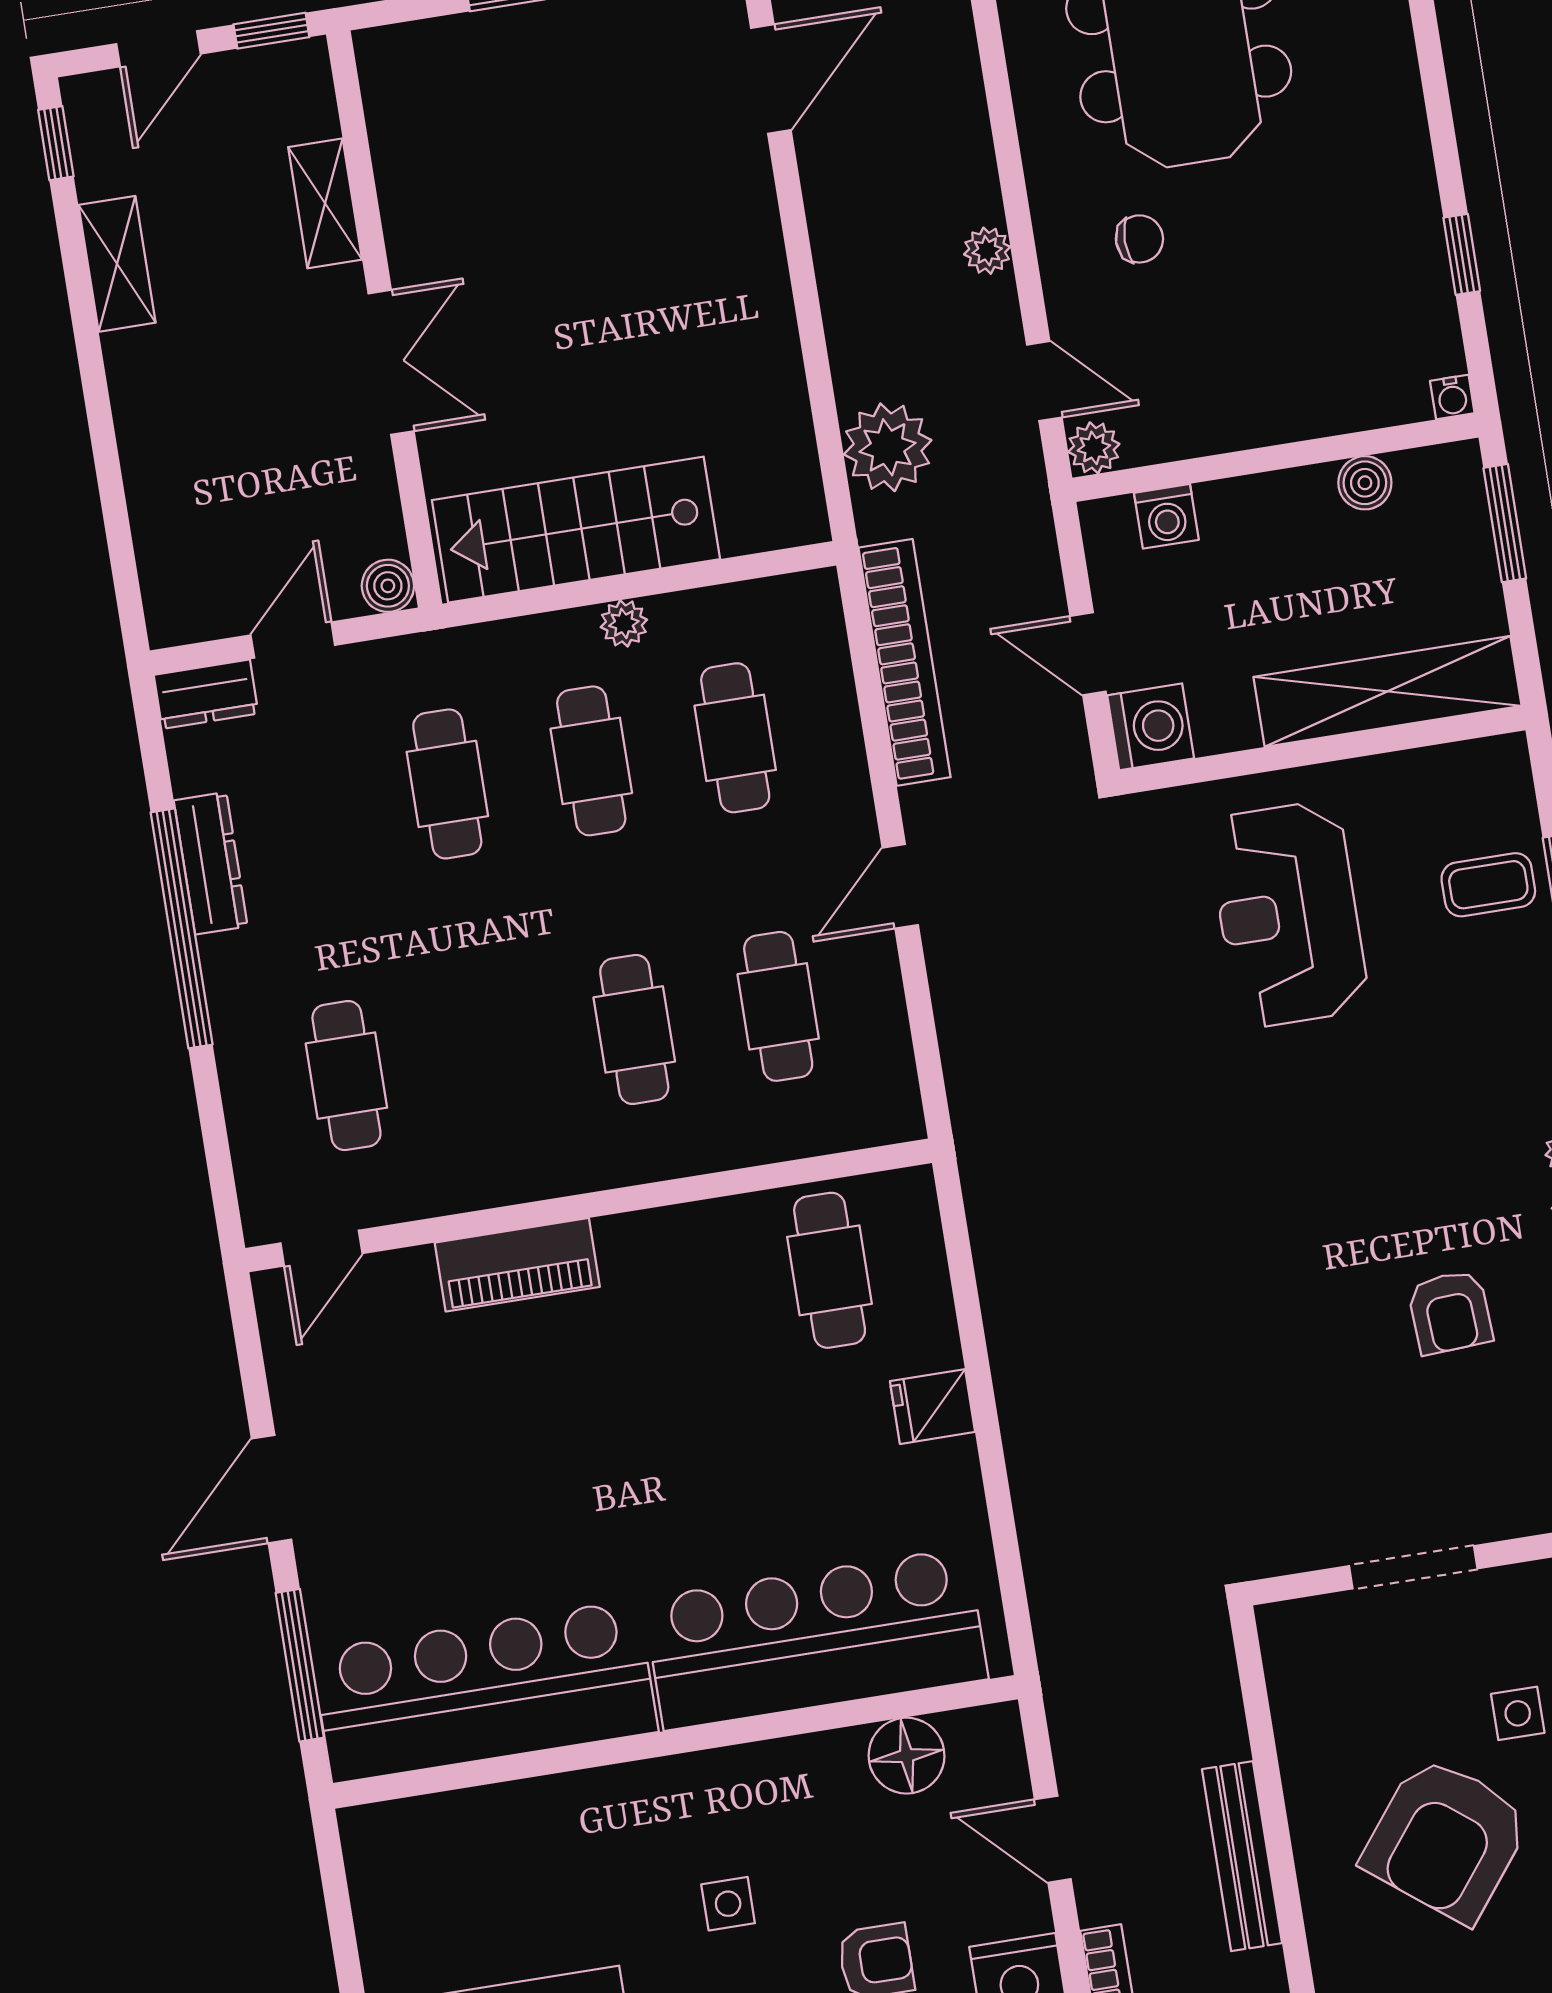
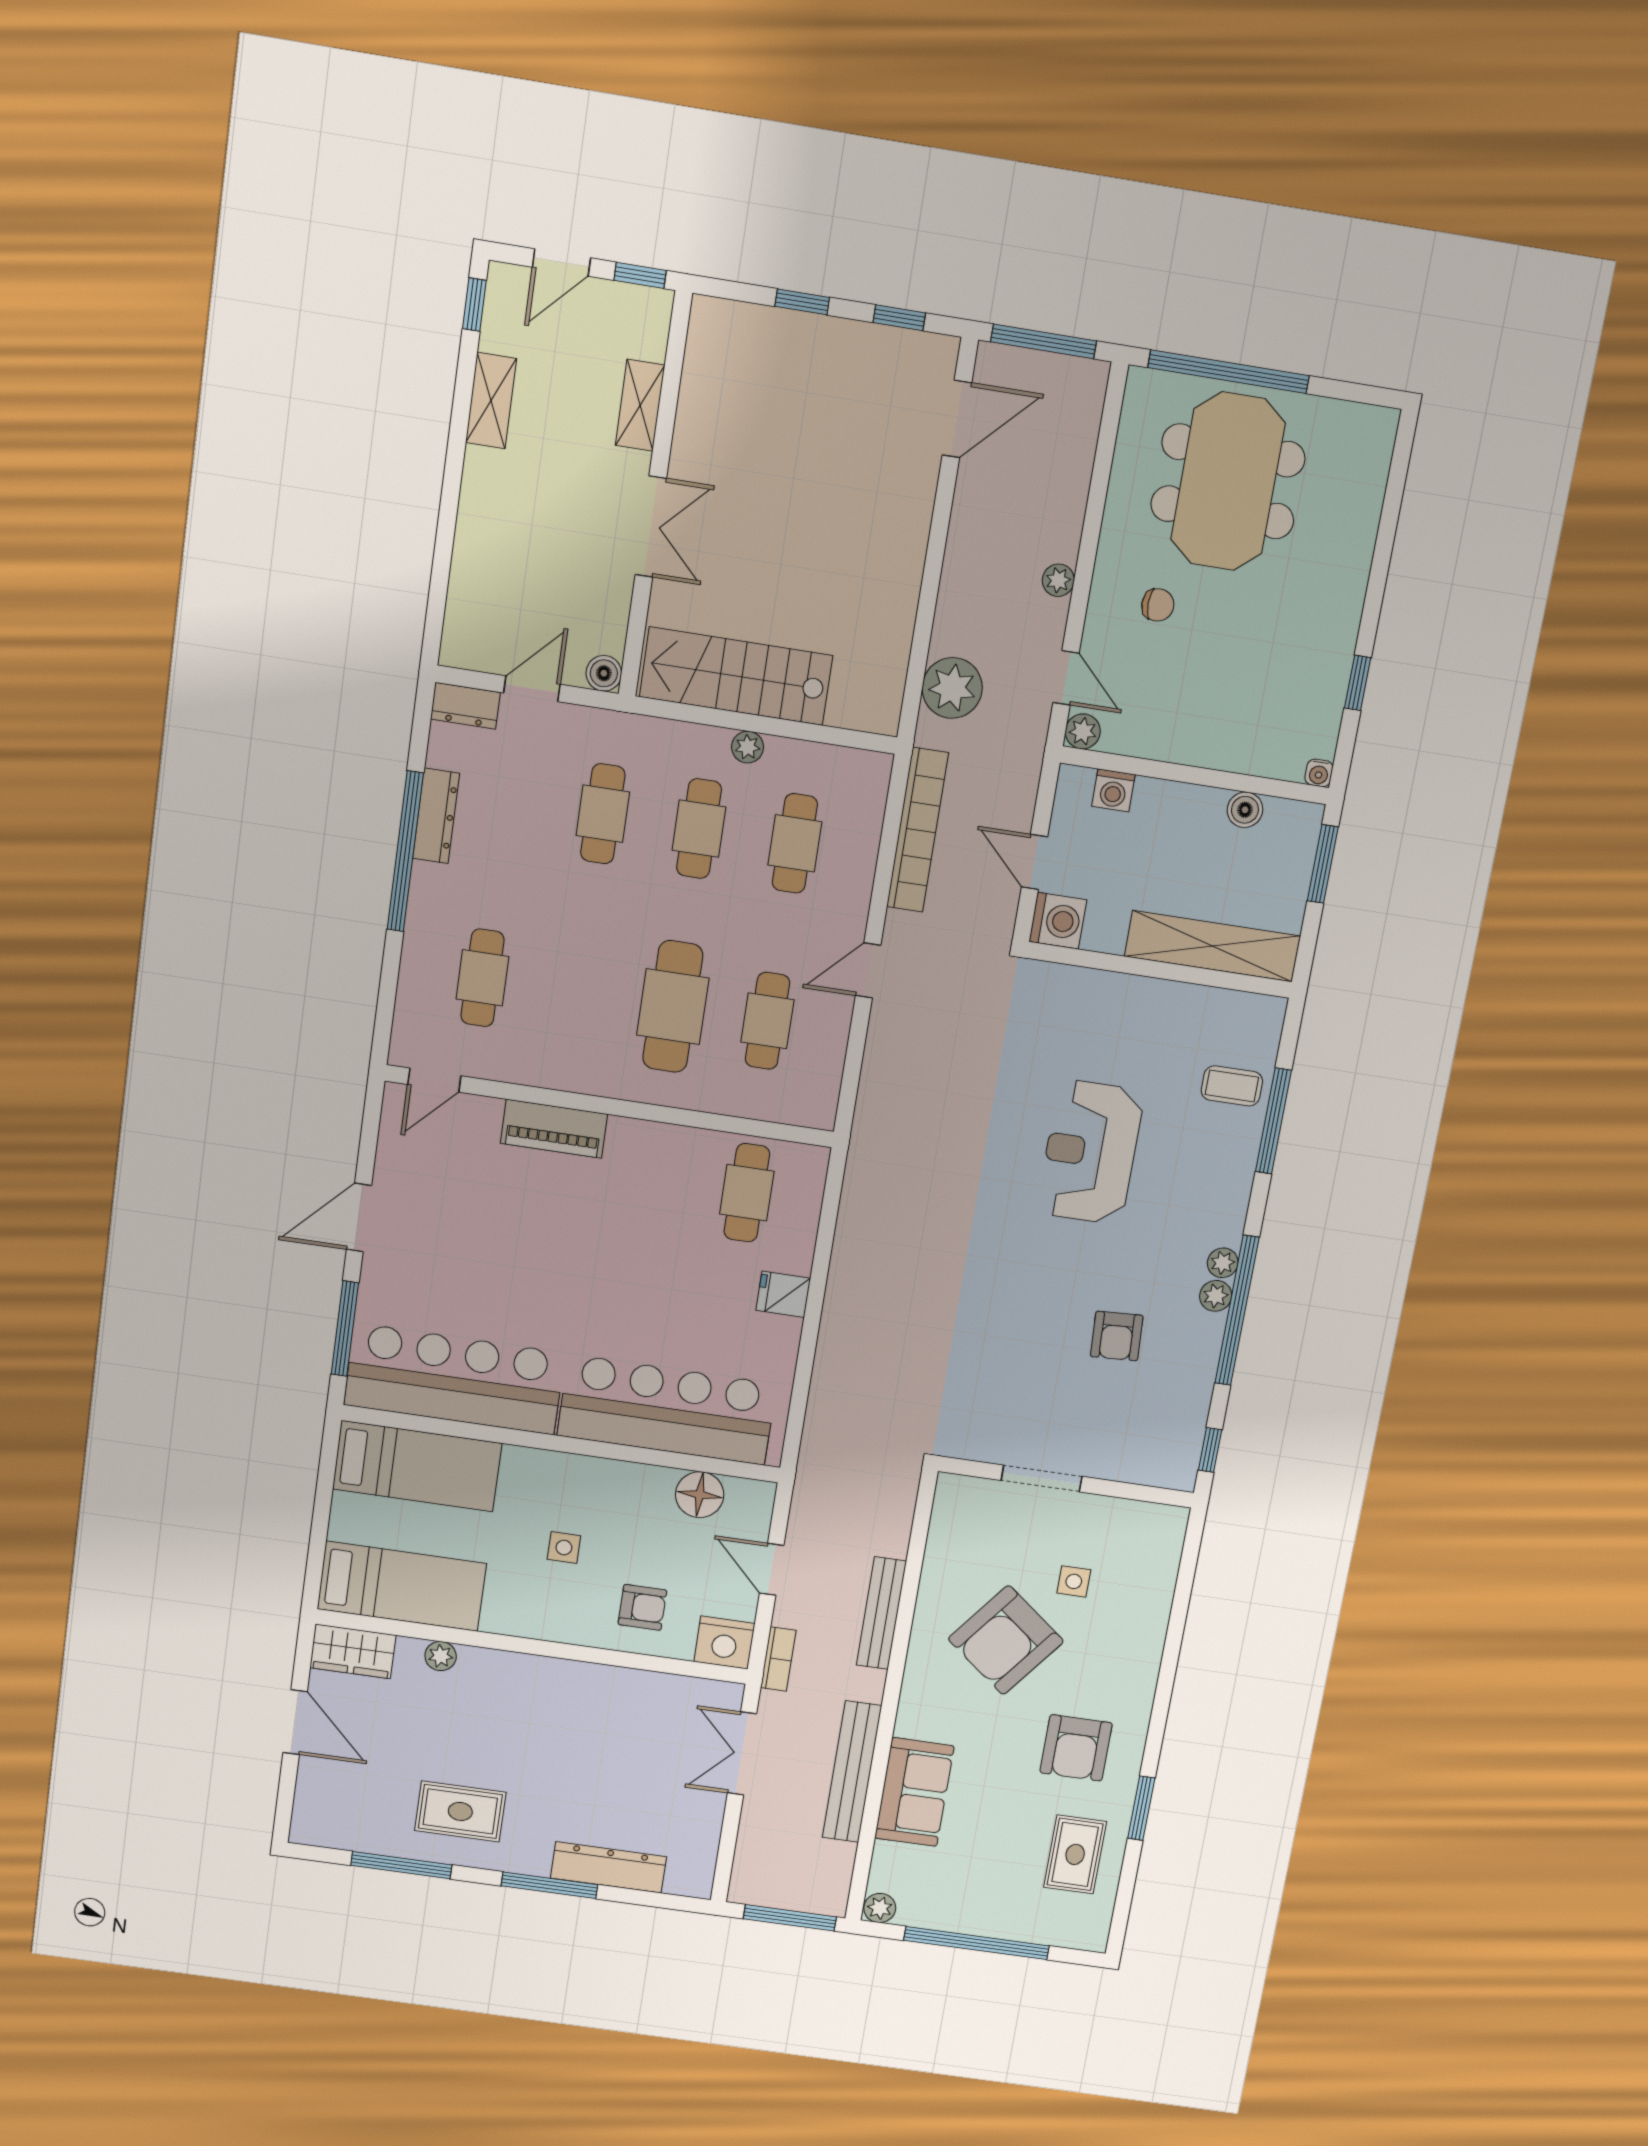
reception desk: (1288, 914) -> (1090, 1152), moved
cafe table: (634, 1029) -> (673, 1007), width x1.37, depth x1.35
bed: (469, 1845) -> (417, 1466), added

